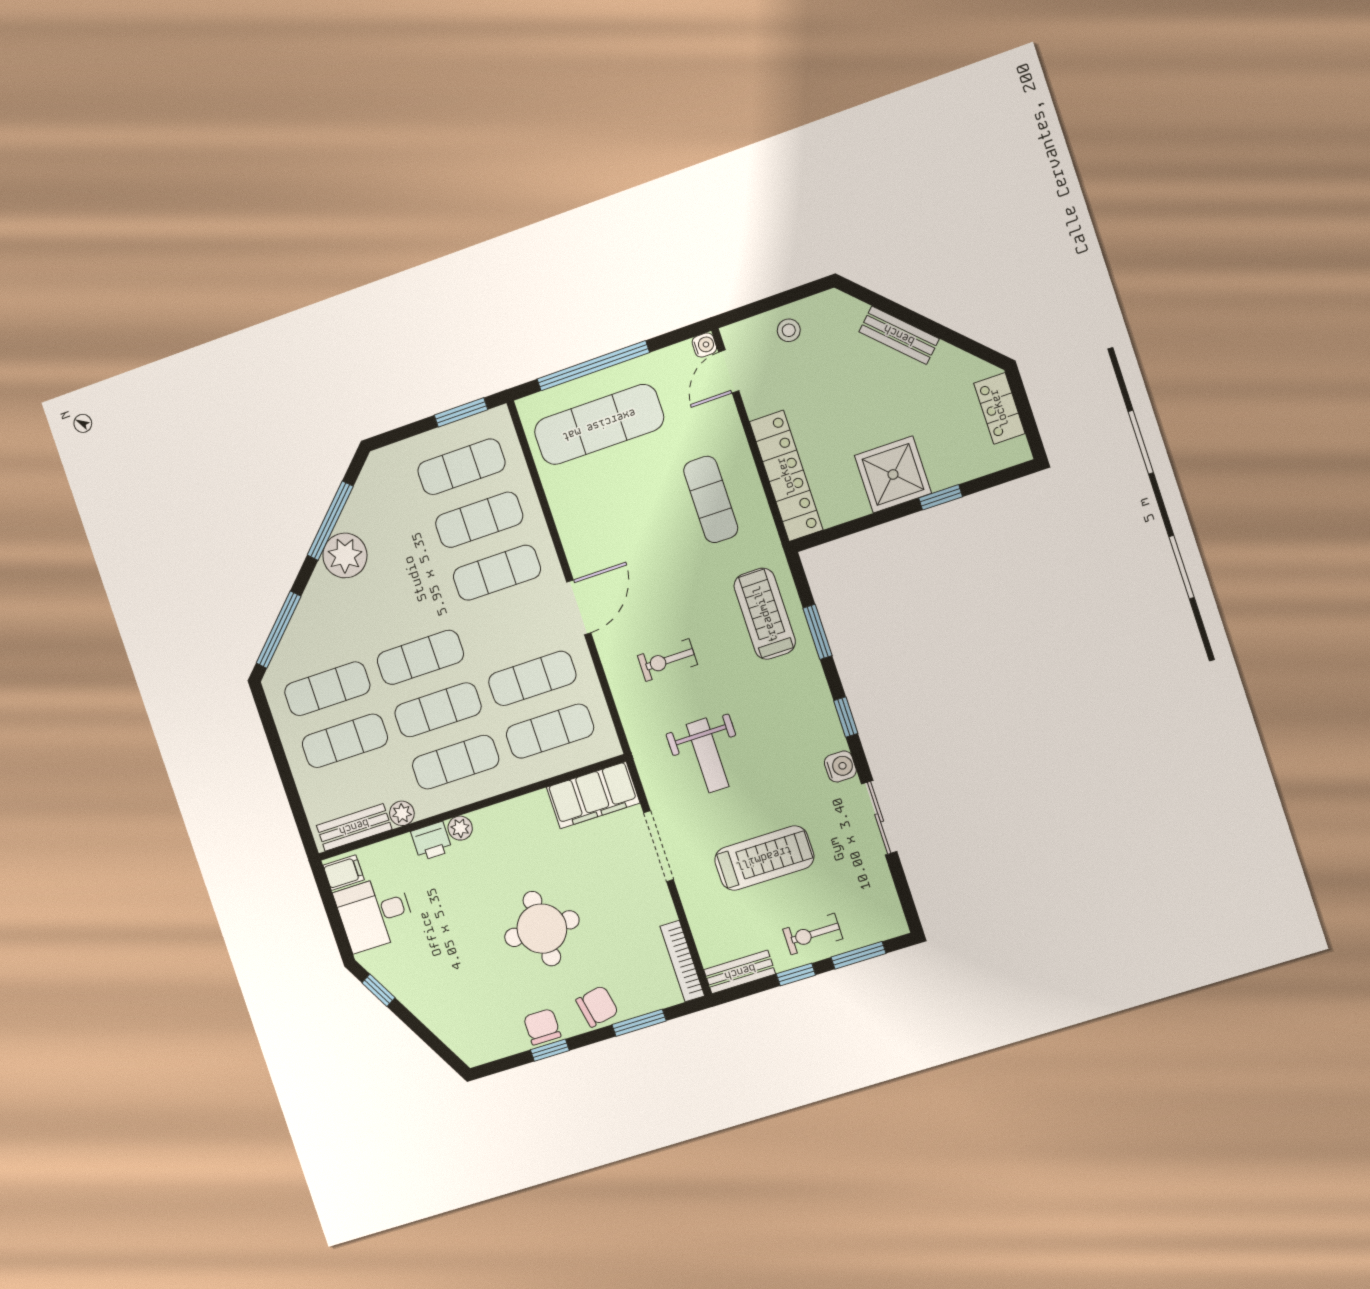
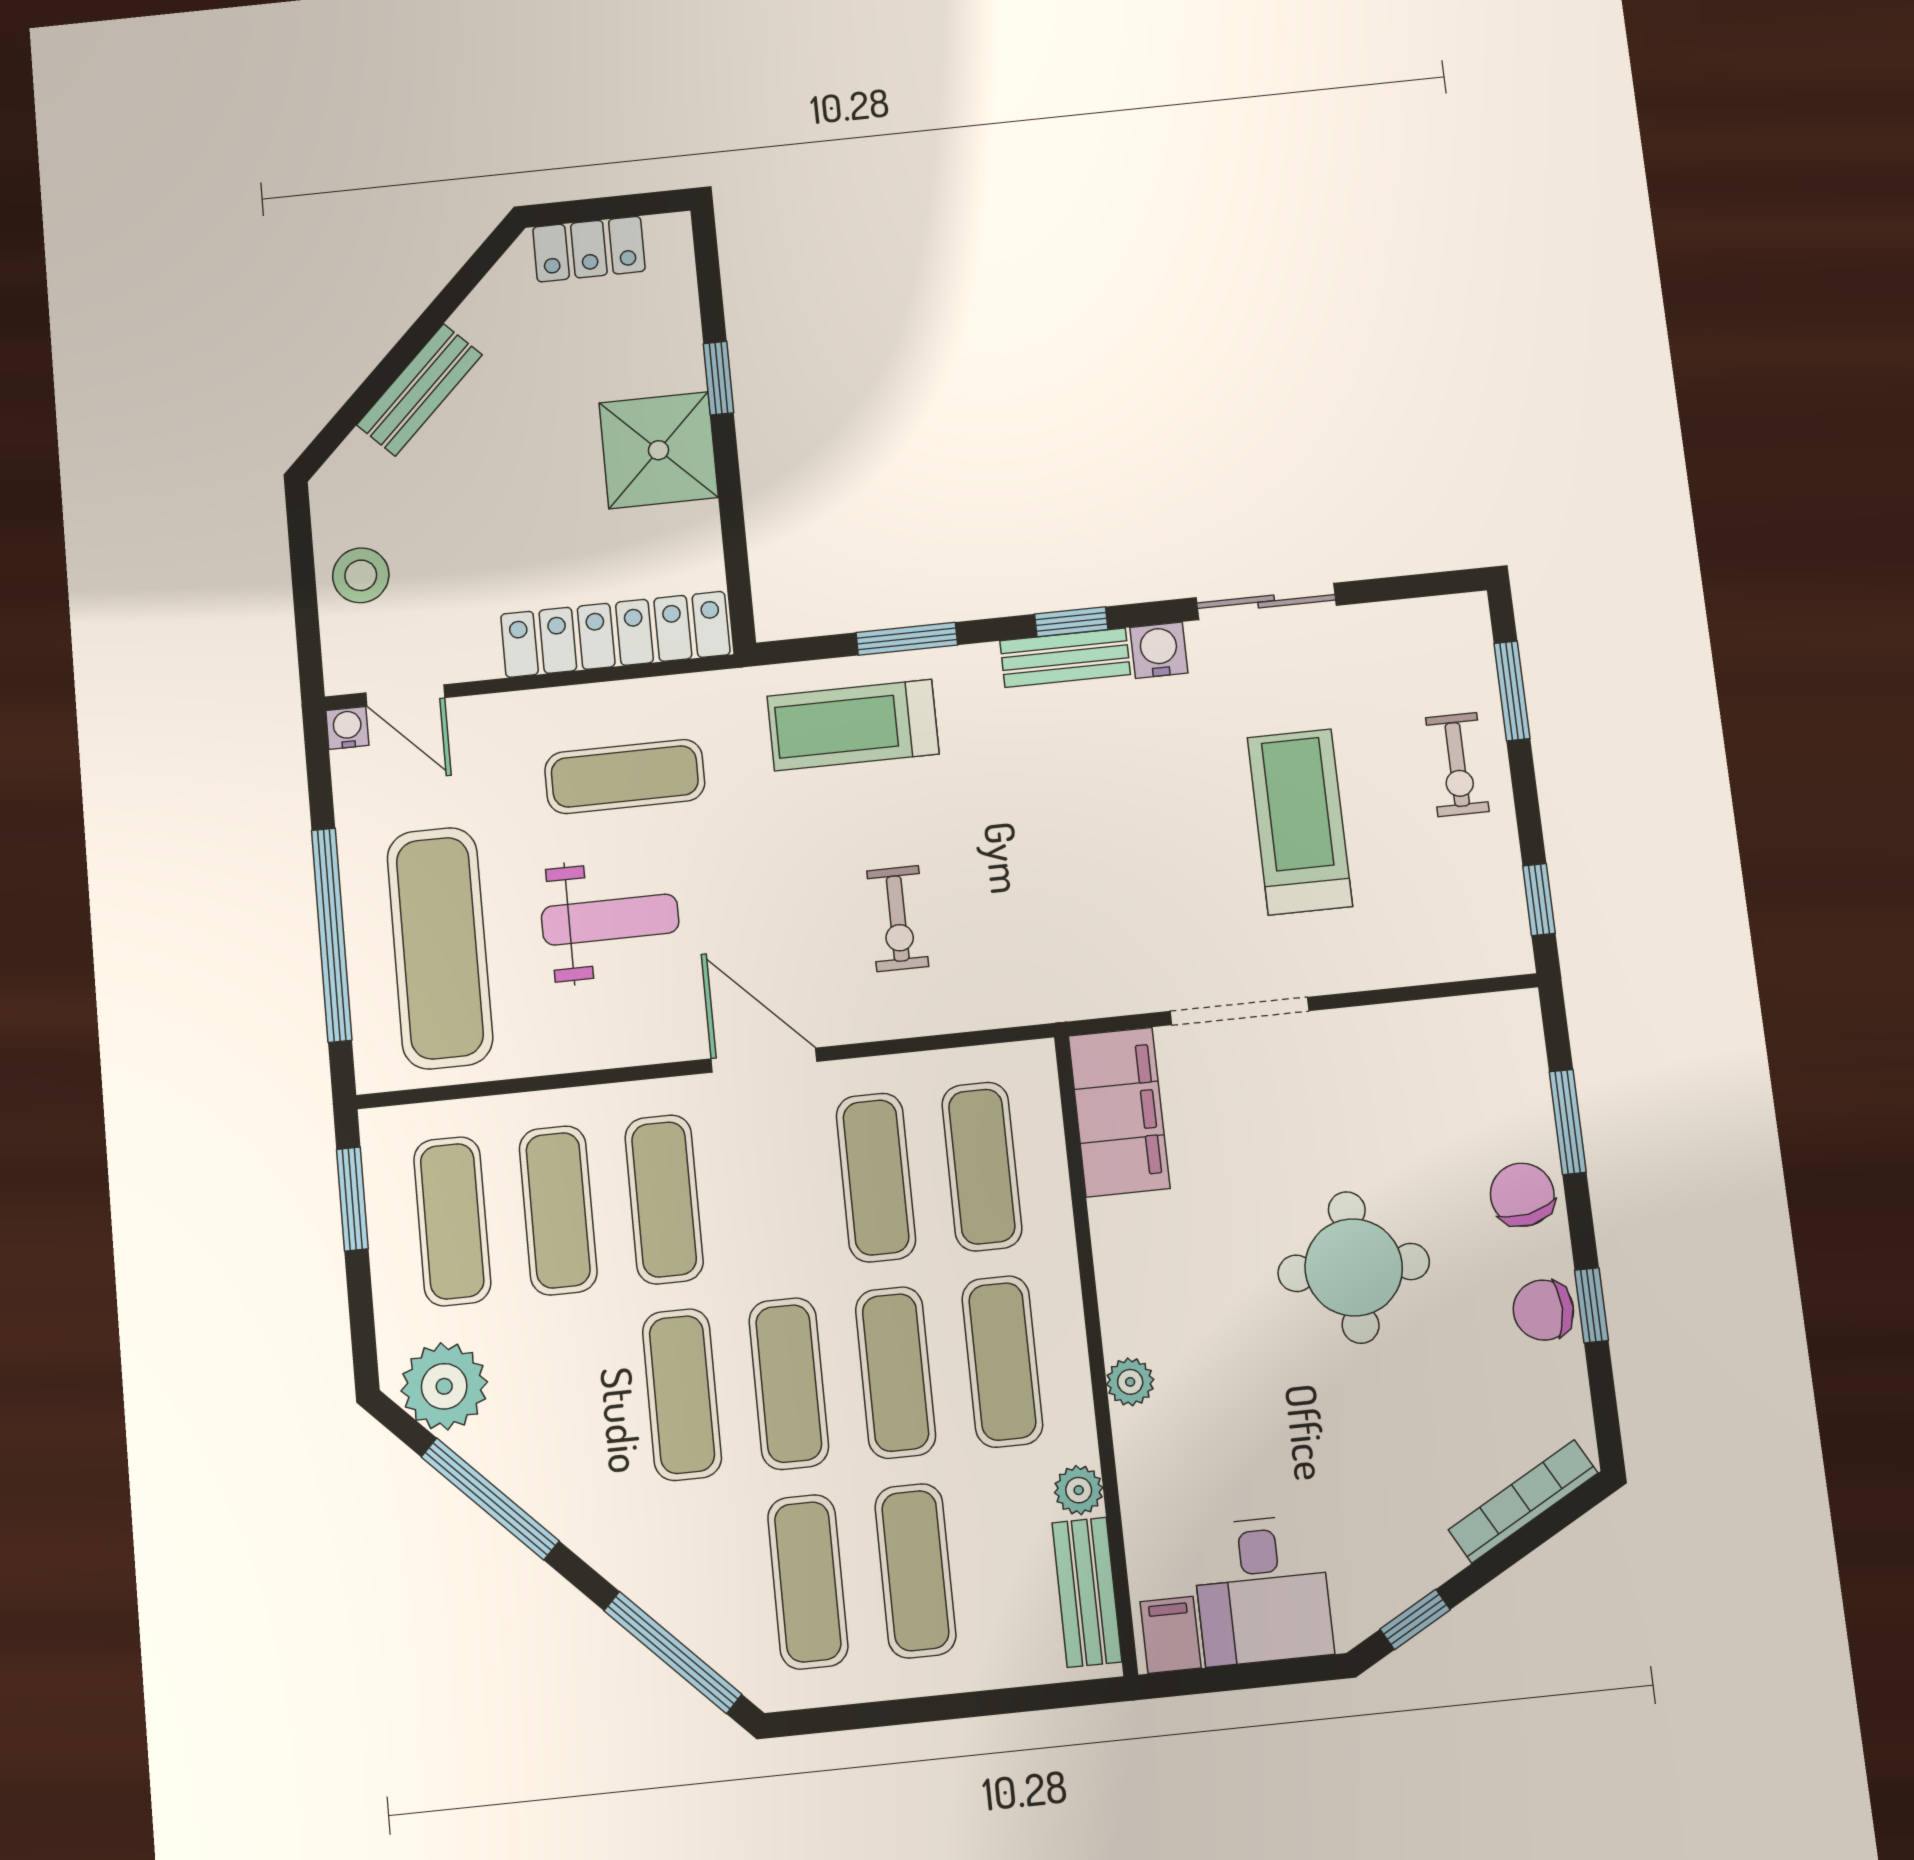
stool: (789, 330) -> (361, 575), width x1.37, depth x1.37
plant: (345, 556) -> (444, 1386), moved
exercise mat: (403, 605) -> (682, 1395), added
weight bench: (708, 755) -> (610, 920), moved
printer: (431, 841) -> (1144, 1444), removed
bookcase: (682, 961) -> (1523, 1501), moved, turned 151
bench: (740, 972) -> (1065, 658), moved, turned 90
window: (796, 975) -> (1539, 900), moved

